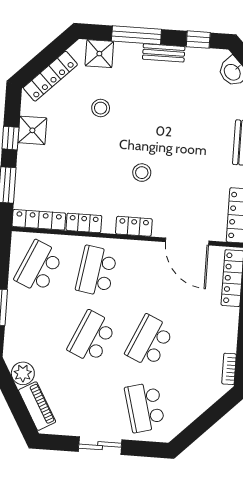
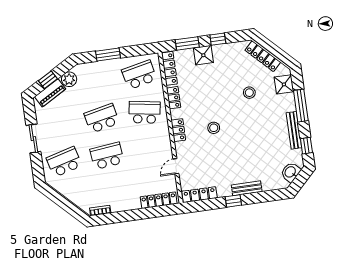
bench: (164, 53) -> (294, 130), width x1.36
shower: (32, 130) -> (203, 55), moved
door: (187, 241) -> (176, 166), width x0.53
school desk: (39, 267) -> (139, 75), turned -36
school desk: (92, 337) -> (102, 118), turned -36
school desk: (149, 341) -> (107, 156), turned -30
window: (17, 405) -> (48, 80), added

